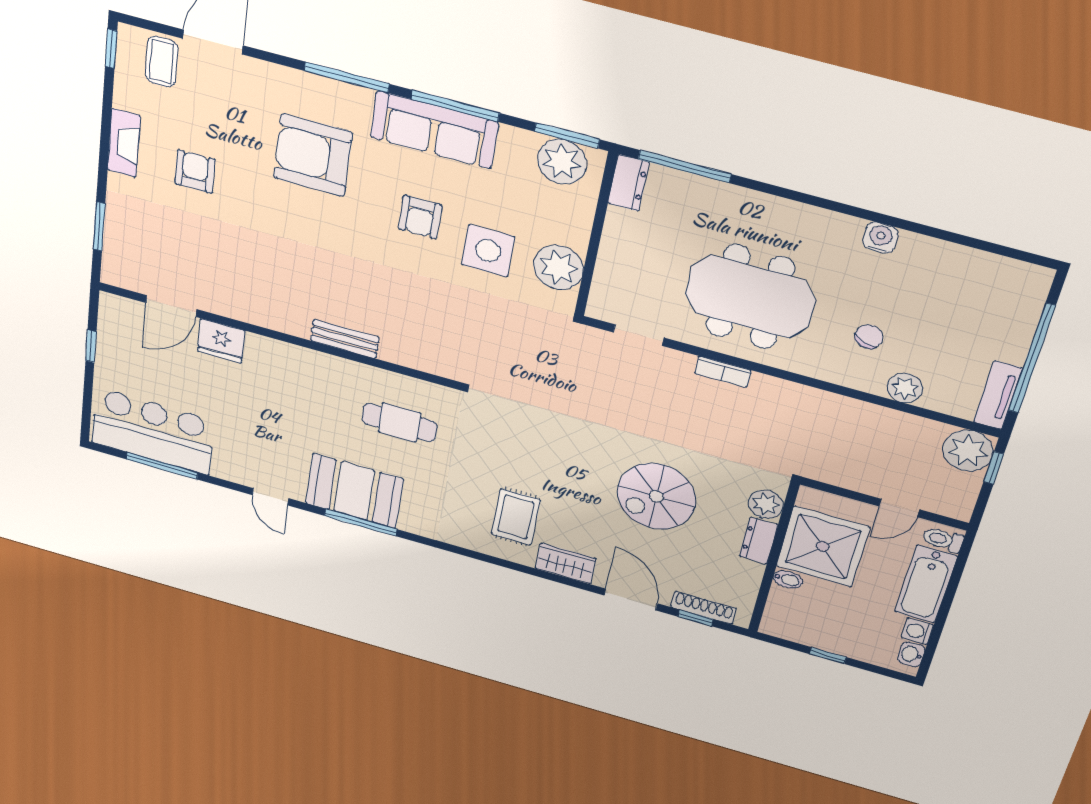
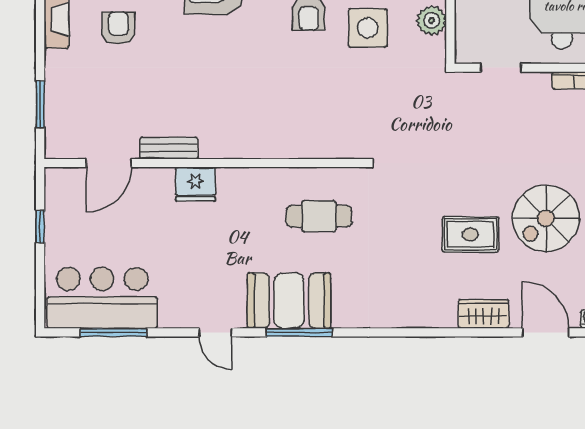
plant: (558, 267) -> (432, 21), width x0.73, depth x0.73
bench: (345, 339) -> (169, 148), moved
fridge: (221, 341) -> (195, 184), moved
rug: (516, 517) -> (470, 234), moved, turned 90

